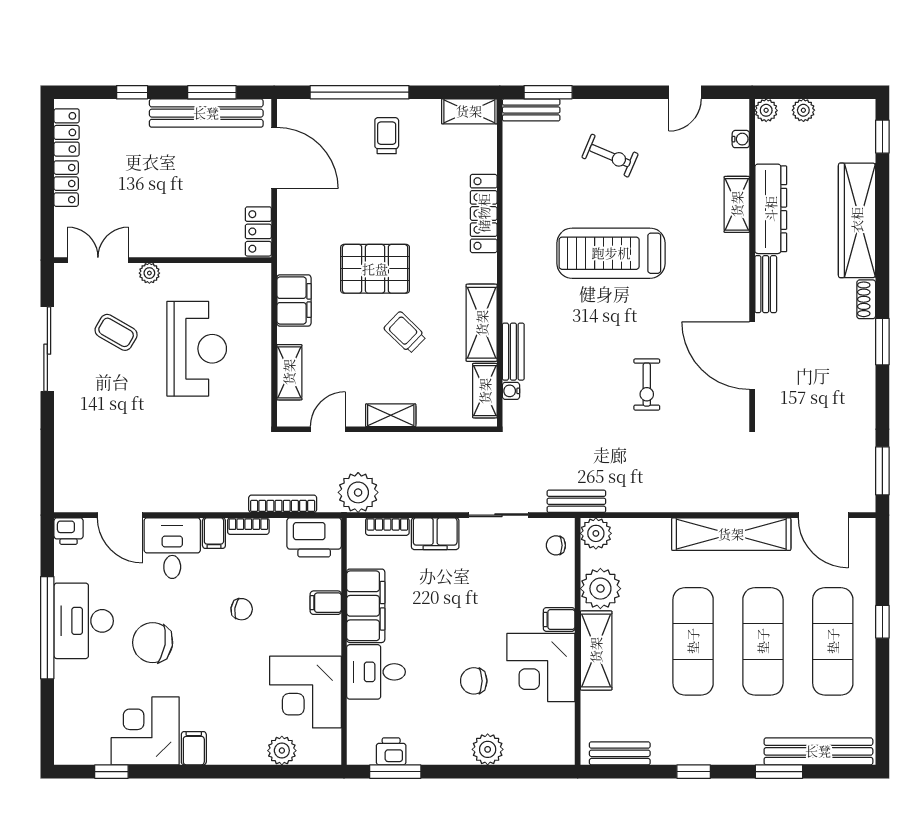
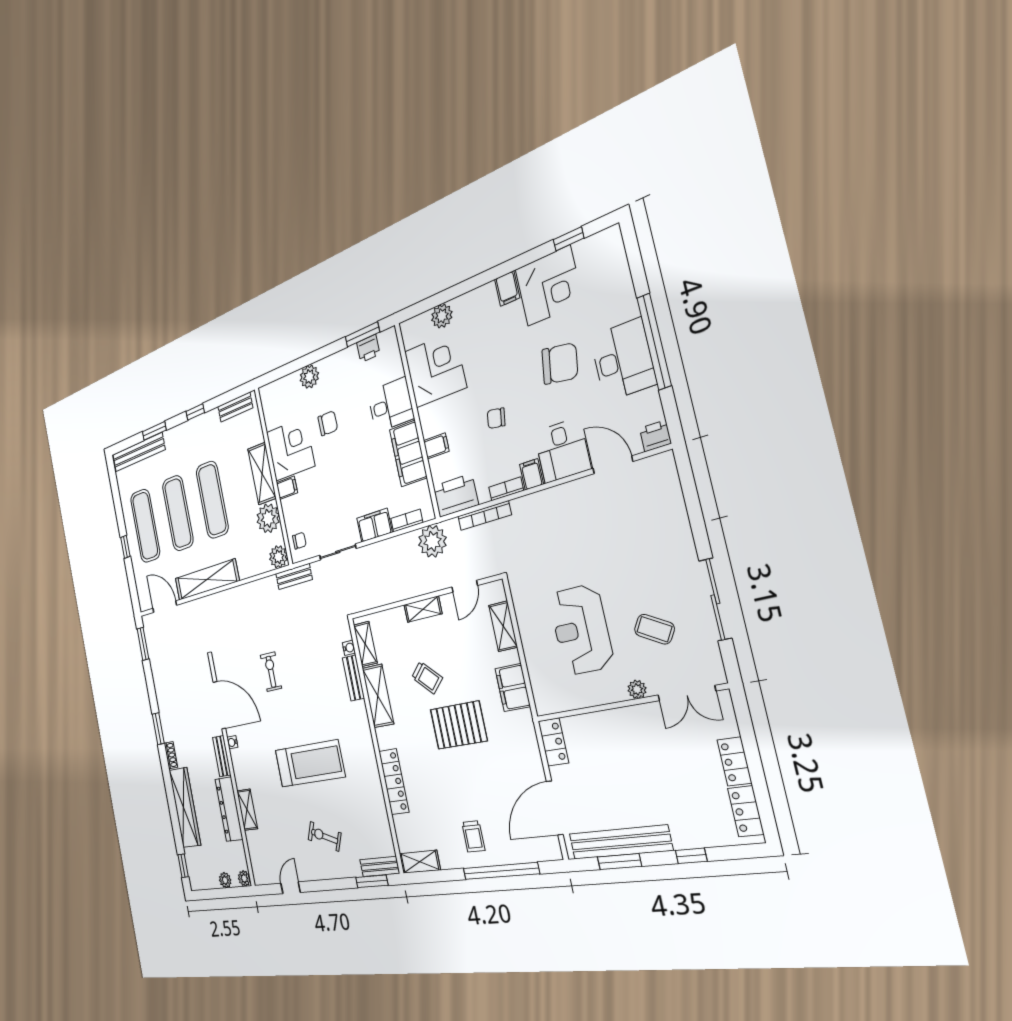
water cooler: (741, 139) -> (232, 742), moved
door: (274, 158) -> (555, 808), hinge flipped

